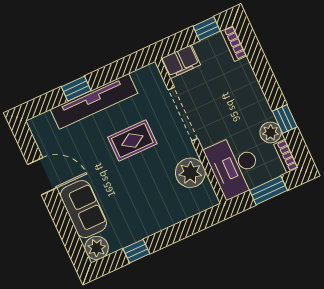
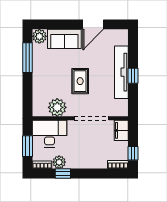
window: (76, 89) -> (133, 76), moved
rug: (132, 140) -> (80, 81), moved
window: (136, 251) -> (28, 58), width x2.17

